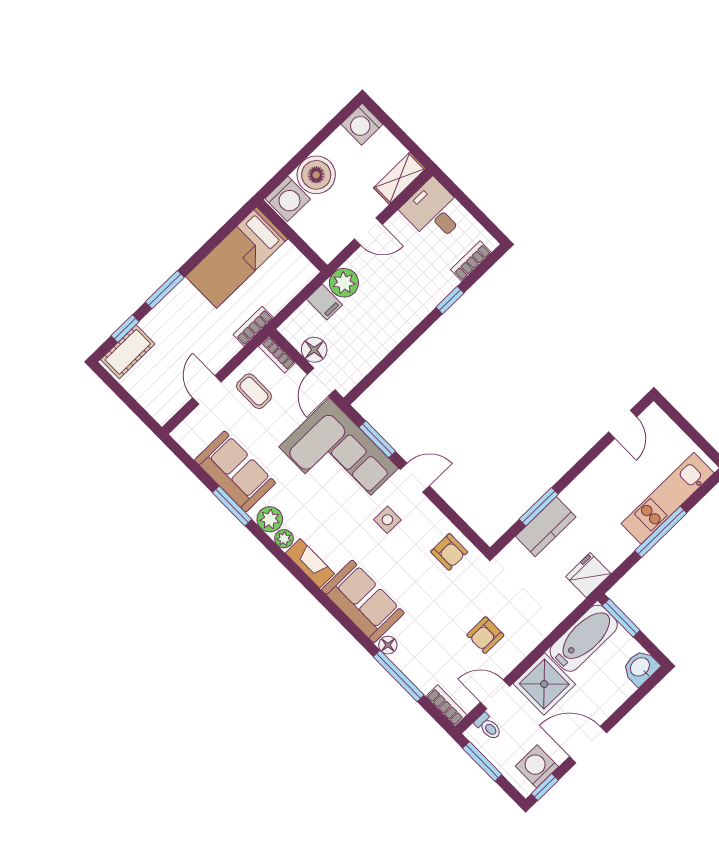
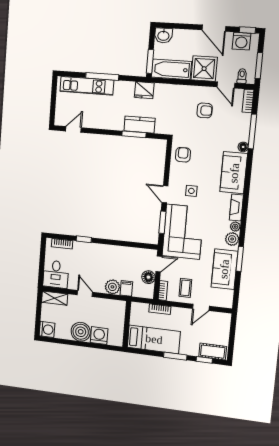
wall: (292, 236) -> (127, 324), moved
bed: (237, 258) -> (154, 339), moved

